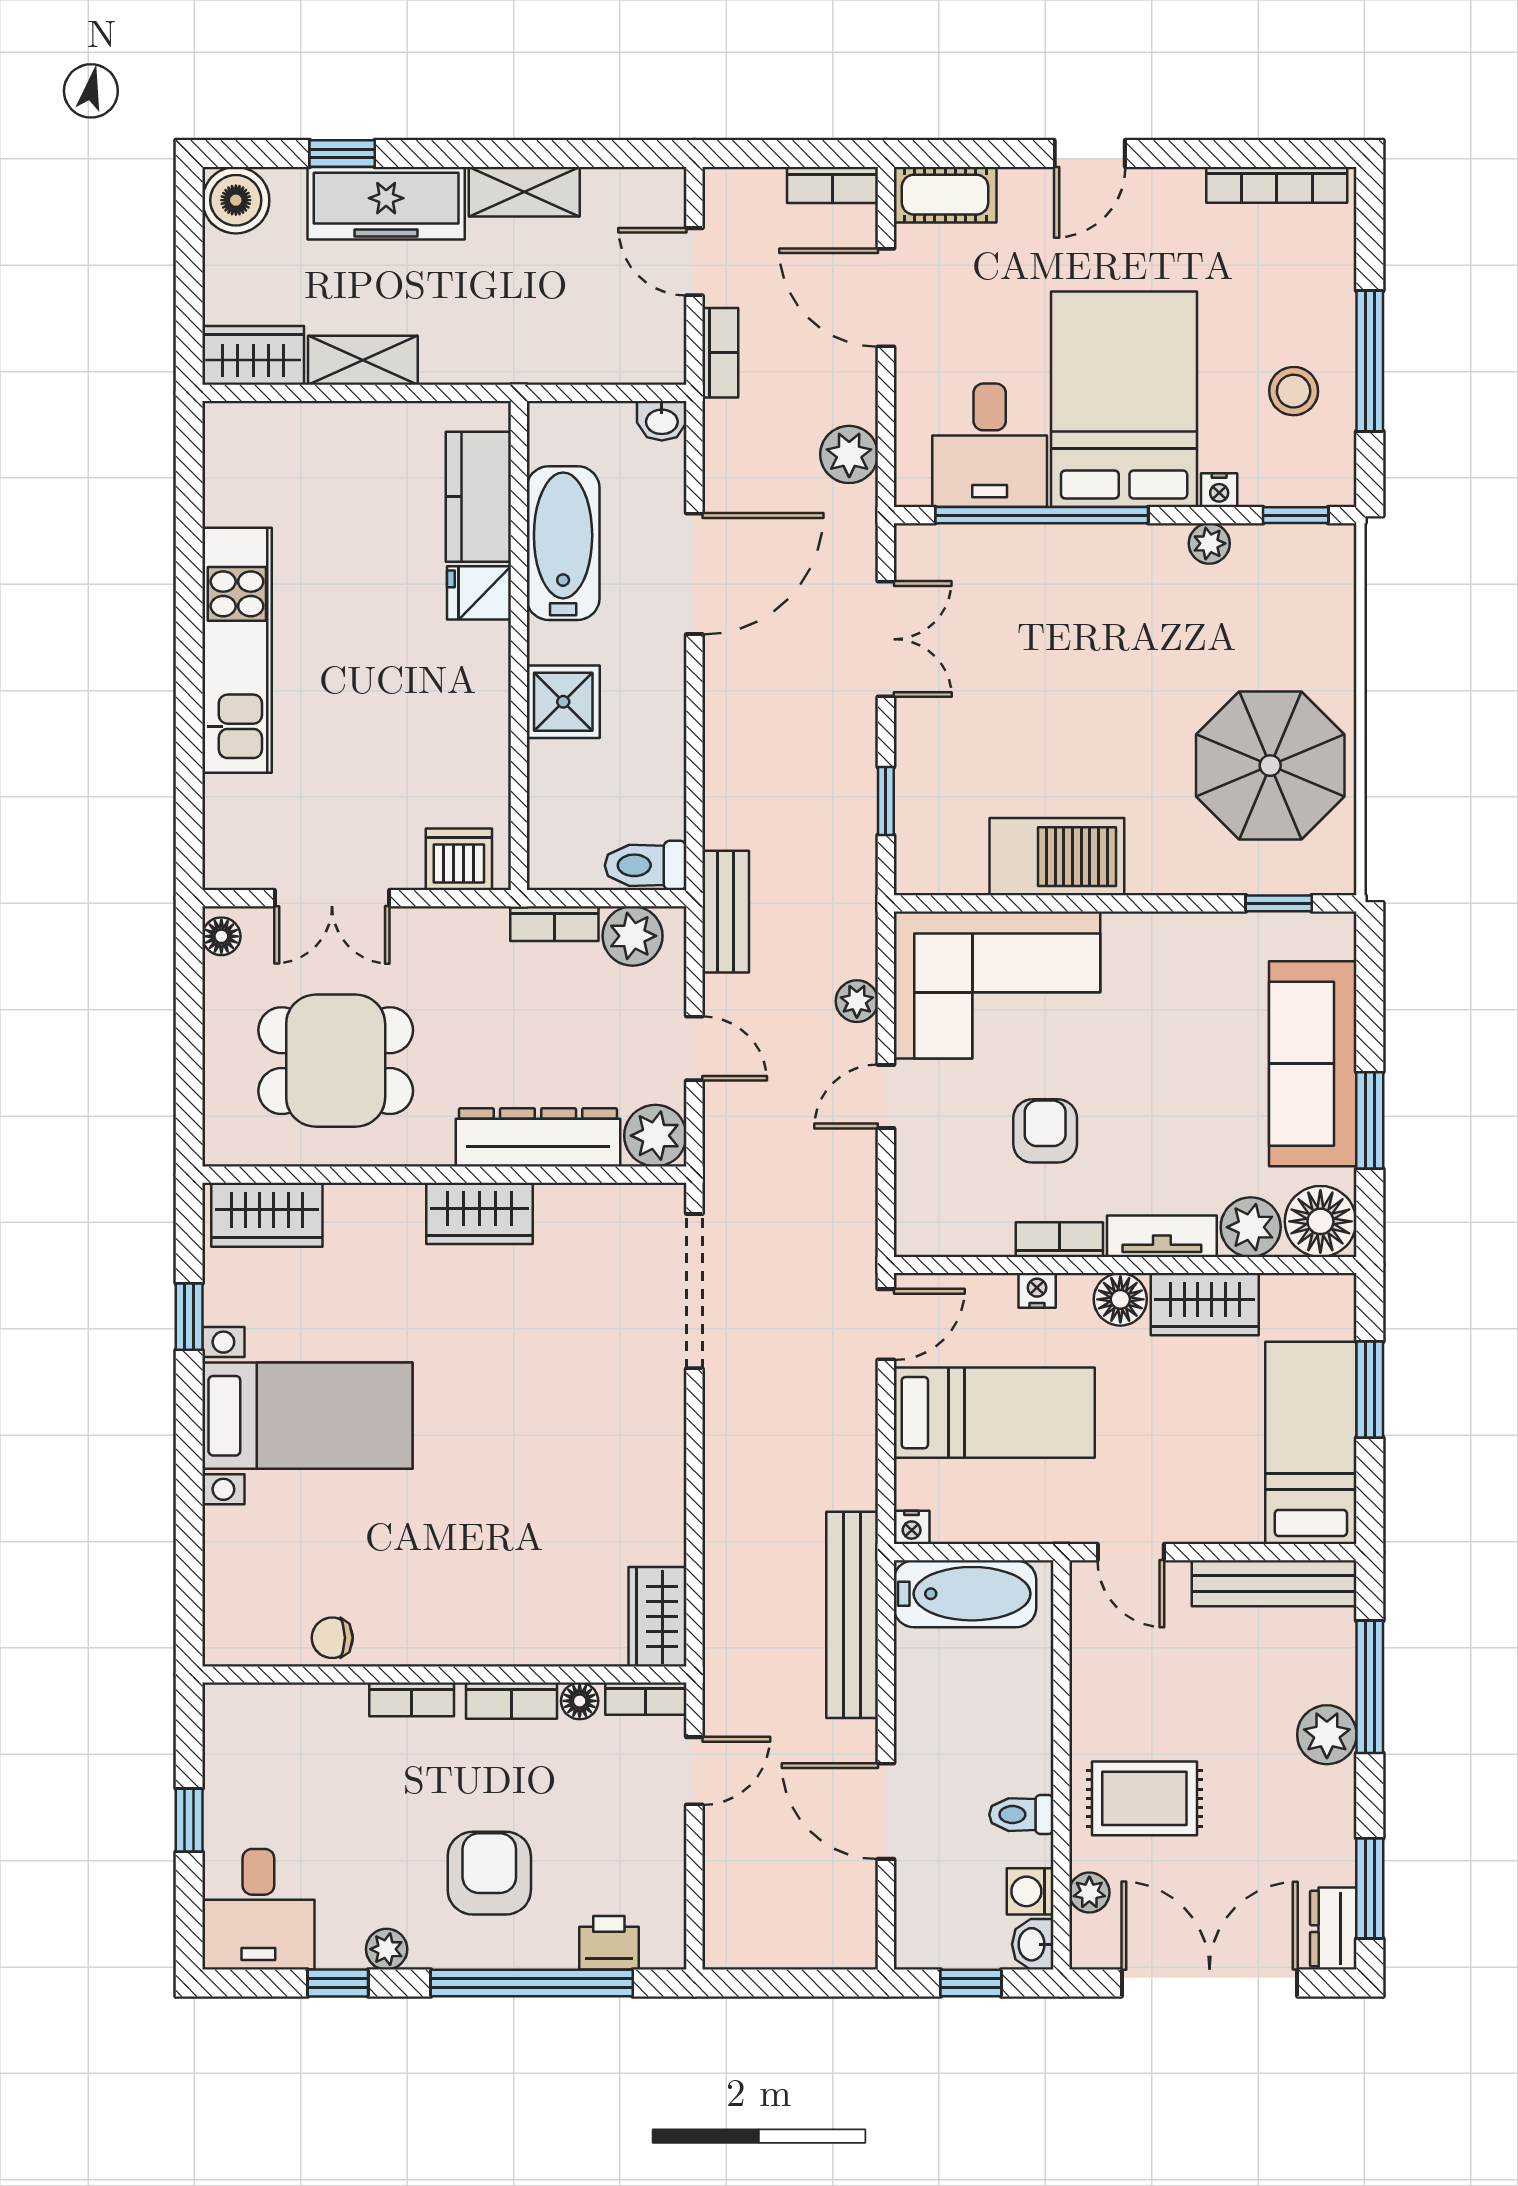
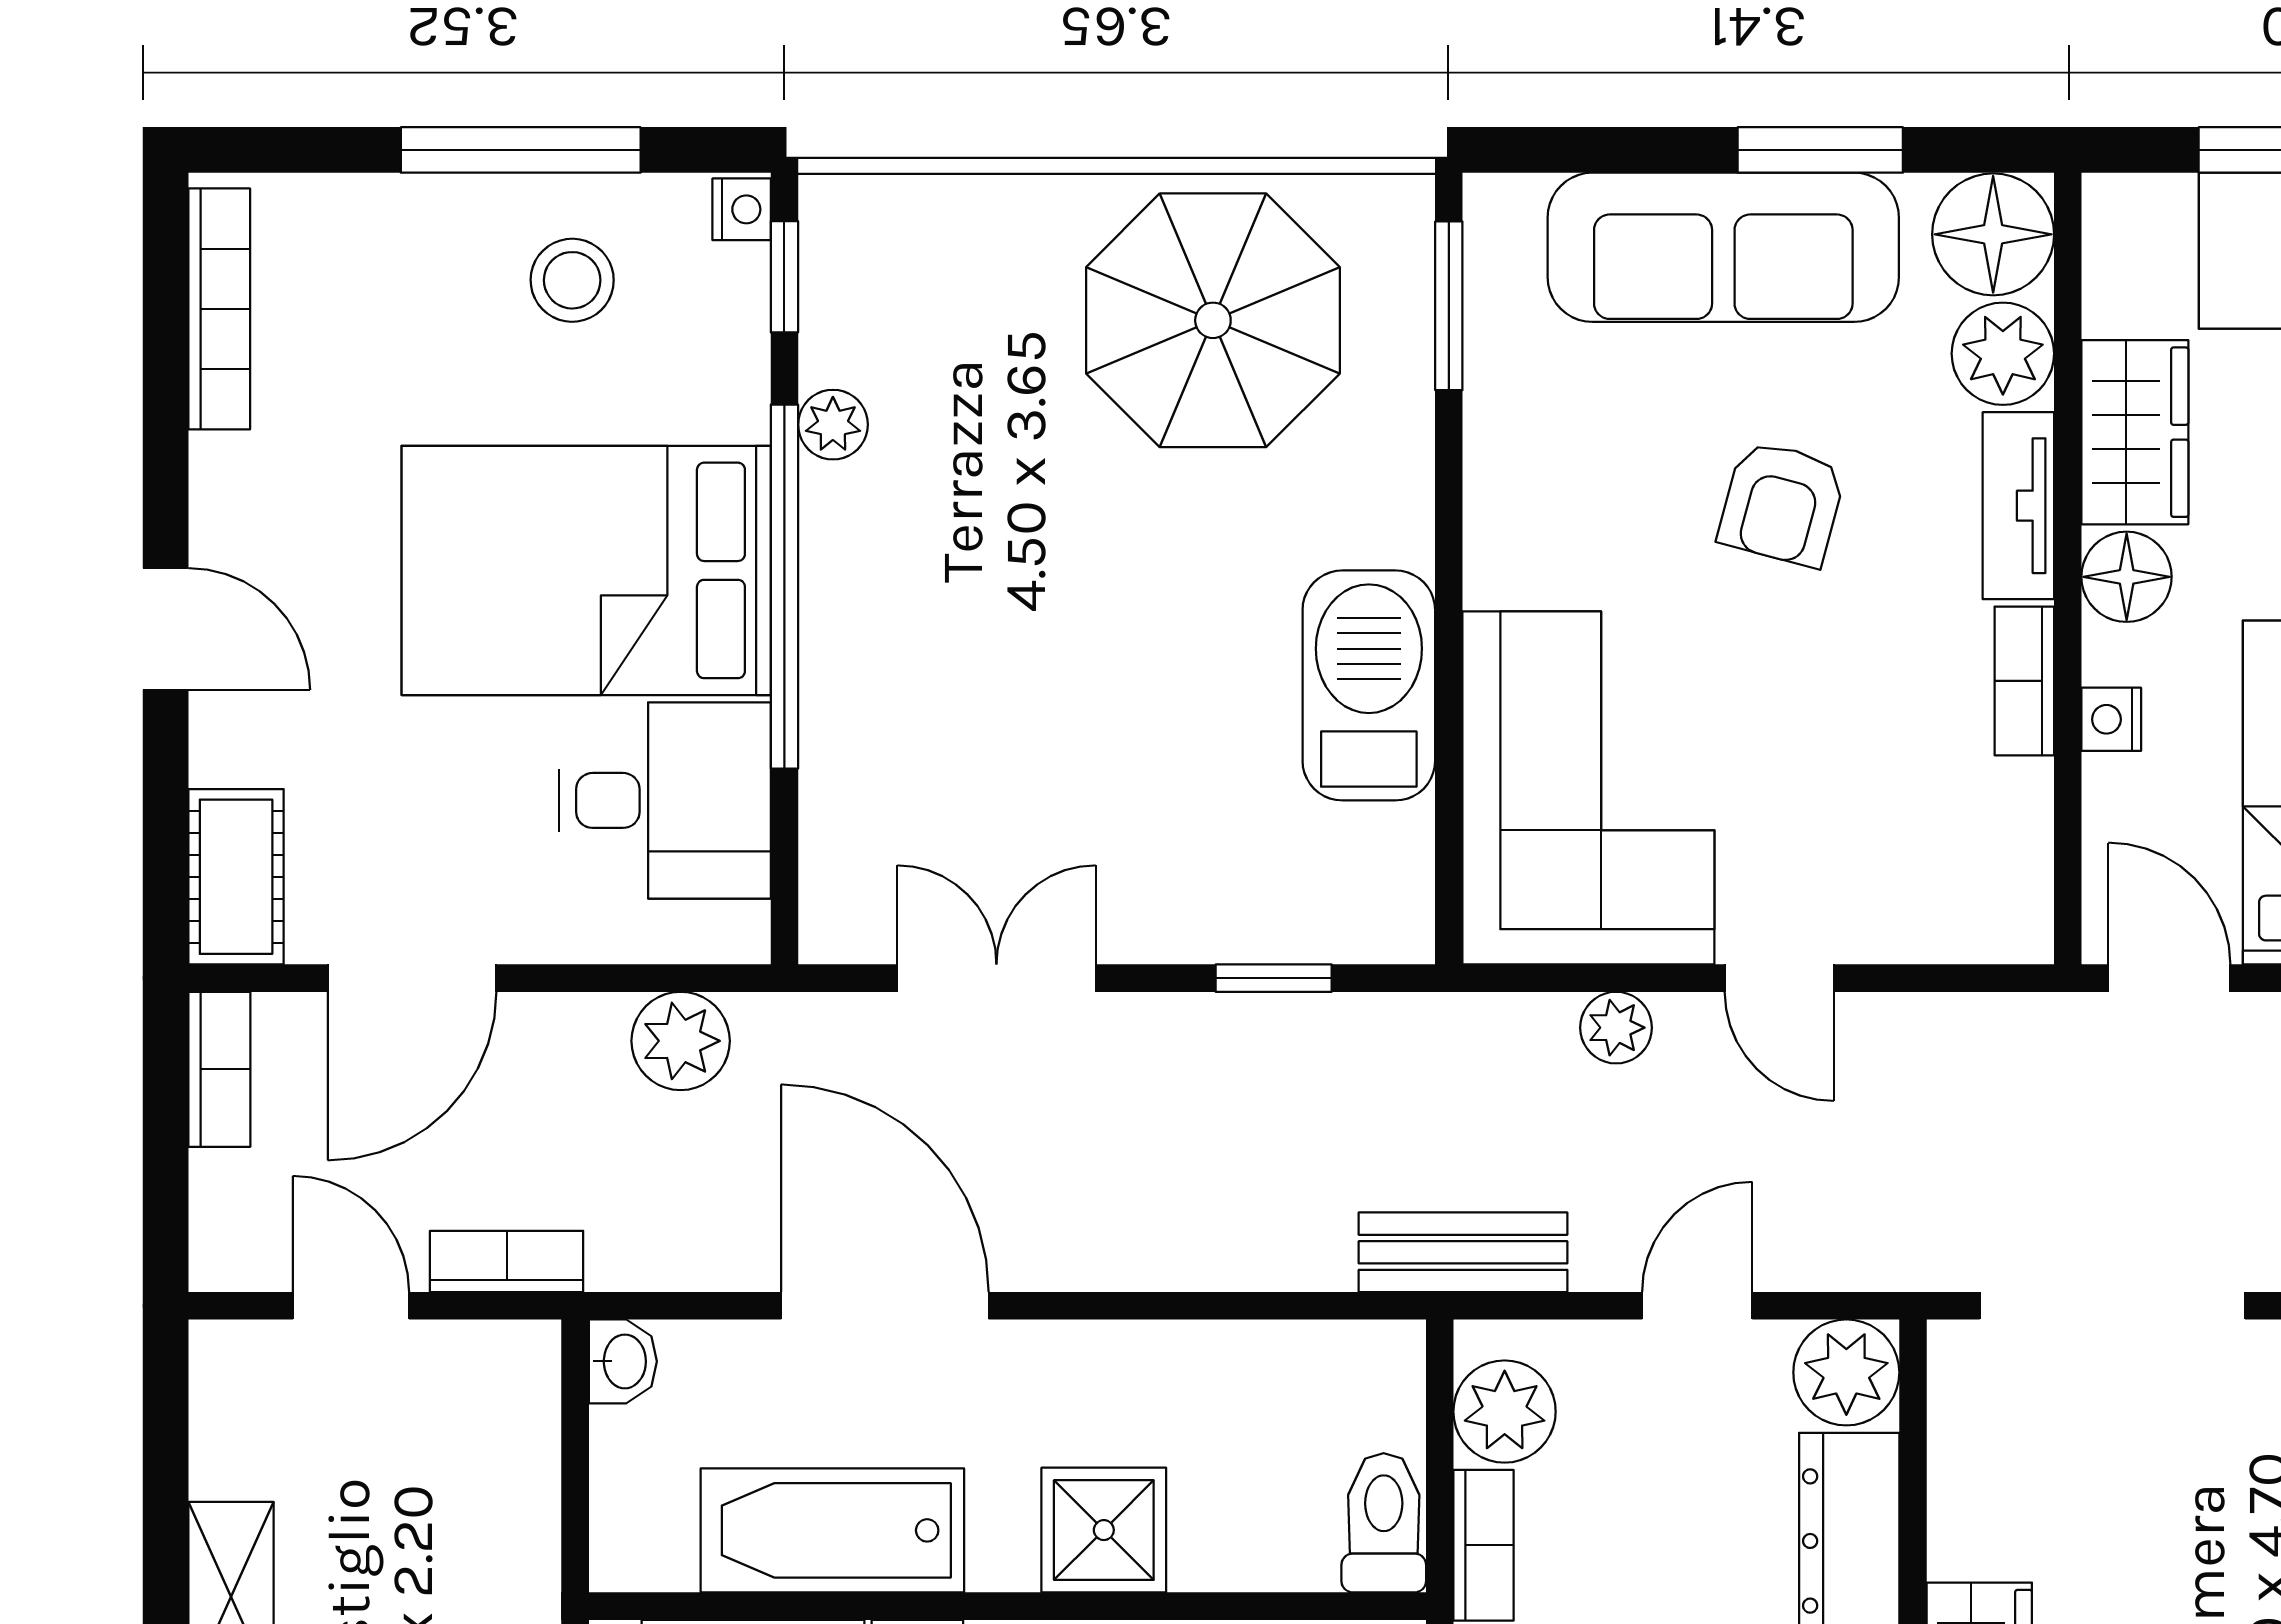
door: (694, 262) -> (351, 1306), swing flipped
nightstand: (1219, 490) -> (742, 209), moved
window: (1042, 515) -> (784, 587), moved
toilet: (646, 865) -> (1384, 1523), moved, turned 180
window: (1279, 903) -> (1449, 306), width x1.50
armchair: (1045, 1131) -> (1782, 503), moved, turned -75

